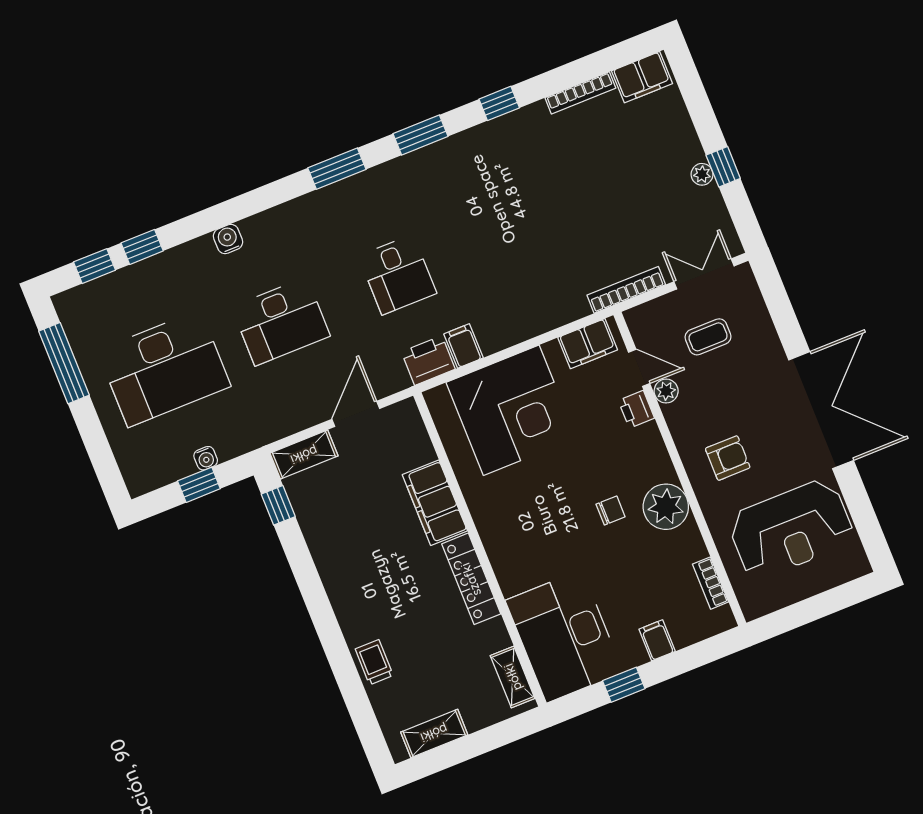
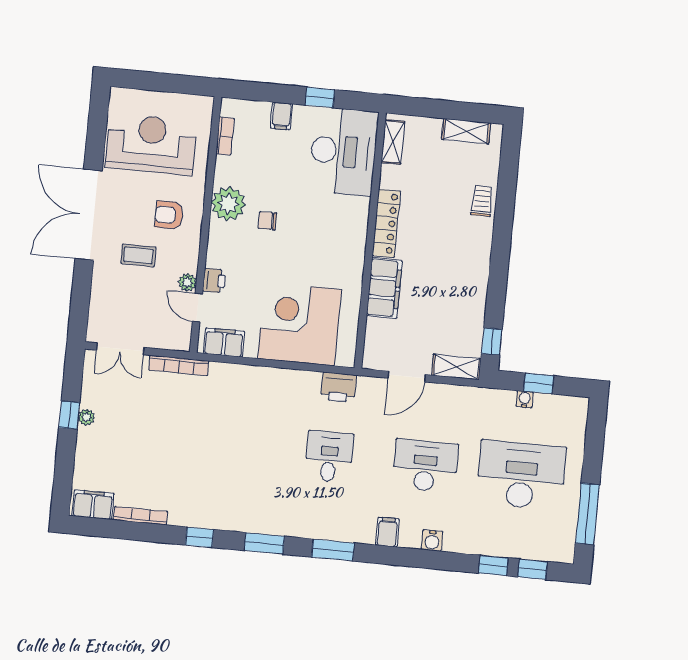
coffee table: (708, 337) -> (138, 255), moved
filing cabinet: (464, 346) -> (388, 532), moved, turned 180
trolley: (374, 662) -> (482, 201), turned 180

